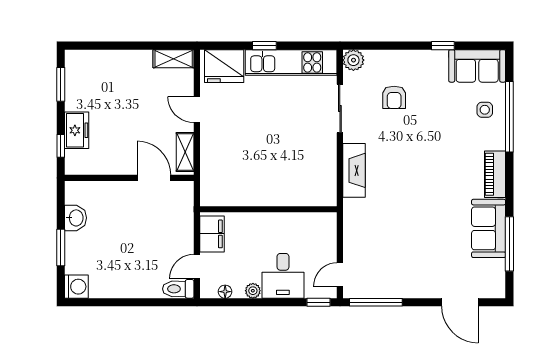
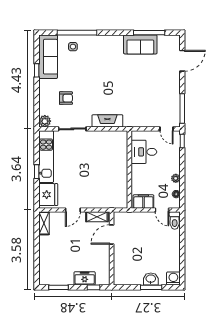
sofa: (477, 66) -> (48, 57), width x1.36
piano: (495, 174) -> (110, 41), removed
washbasin: (76, 218) -> (151, 279), moved
desk: (283, 276) -> (144, 152), moved, turned 180

